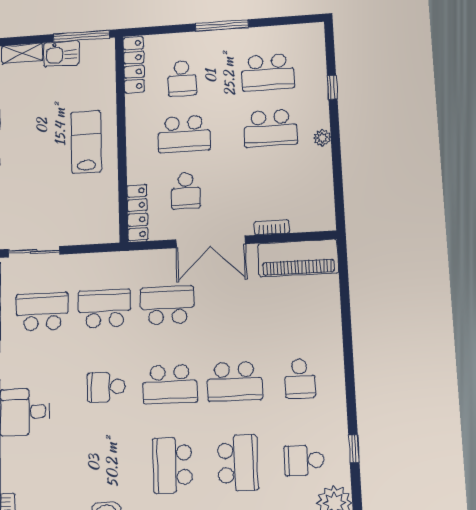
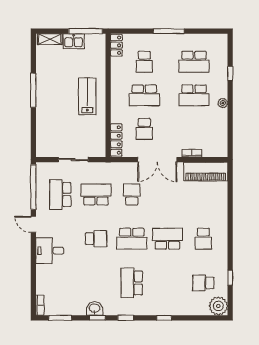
locker: (134, 65) -> (116, 45), width x0.66
sliding door: (34, 252) -> (73, 160), moved
school desk: (167, 305) -> (132, 194), width x0.54
school desk: (42, 312) -> (60, 194), turned -90
school desk: (234, 381) -> (168, 239), turned 180
school desk: (106, 387) -> (96, 239), turned 180
school desk: (238, 463) -> (168, 283), removed

